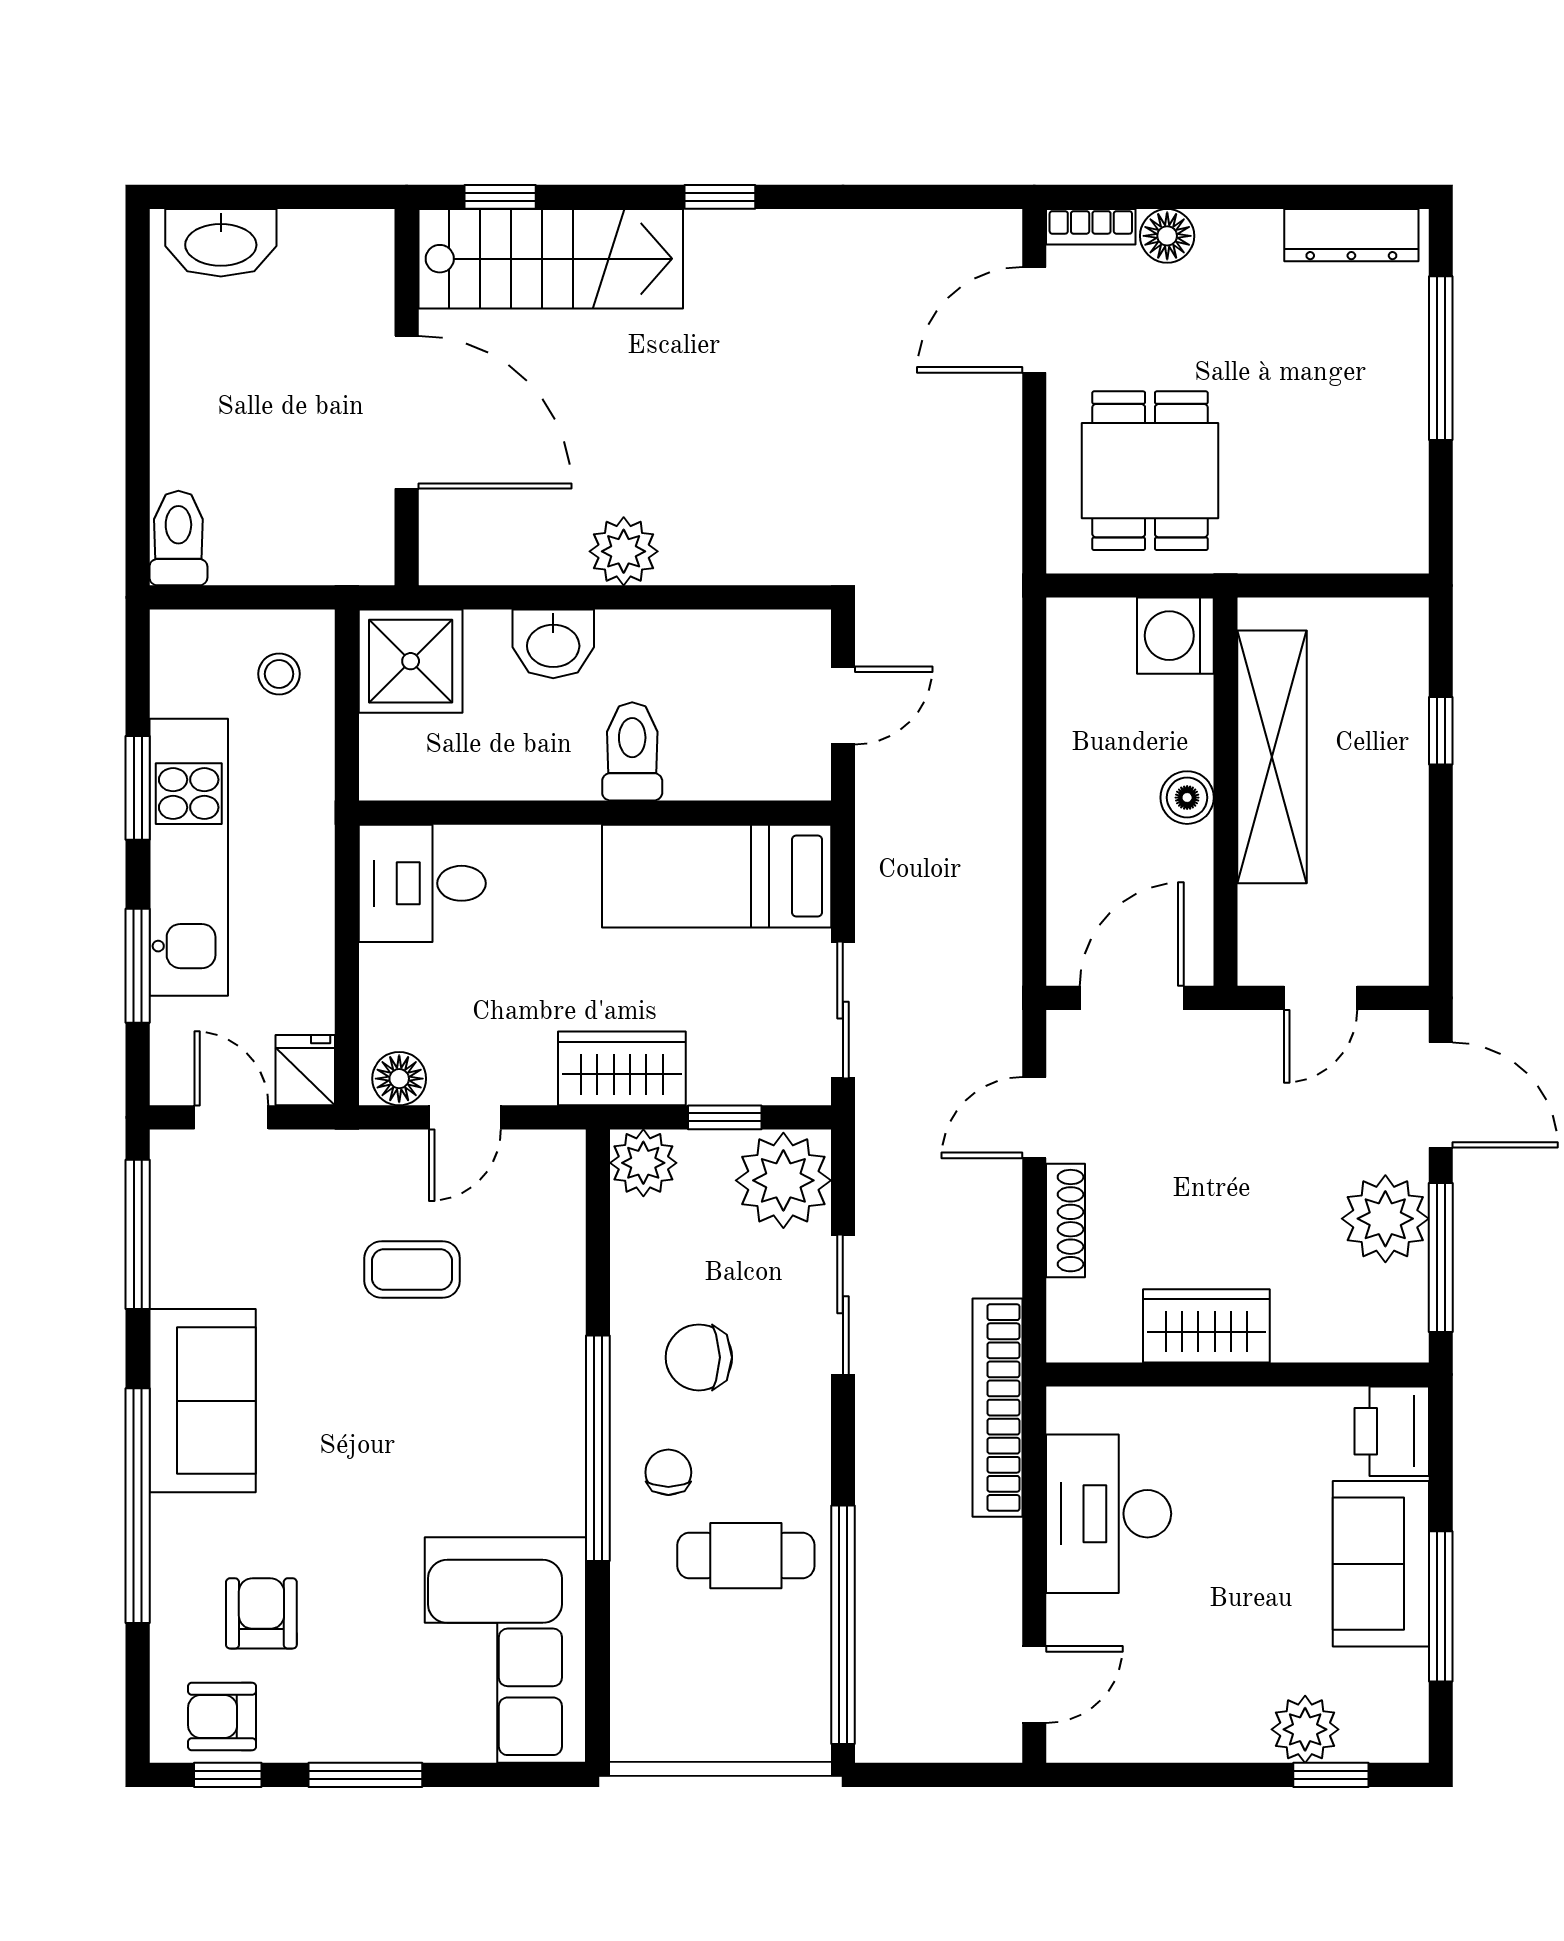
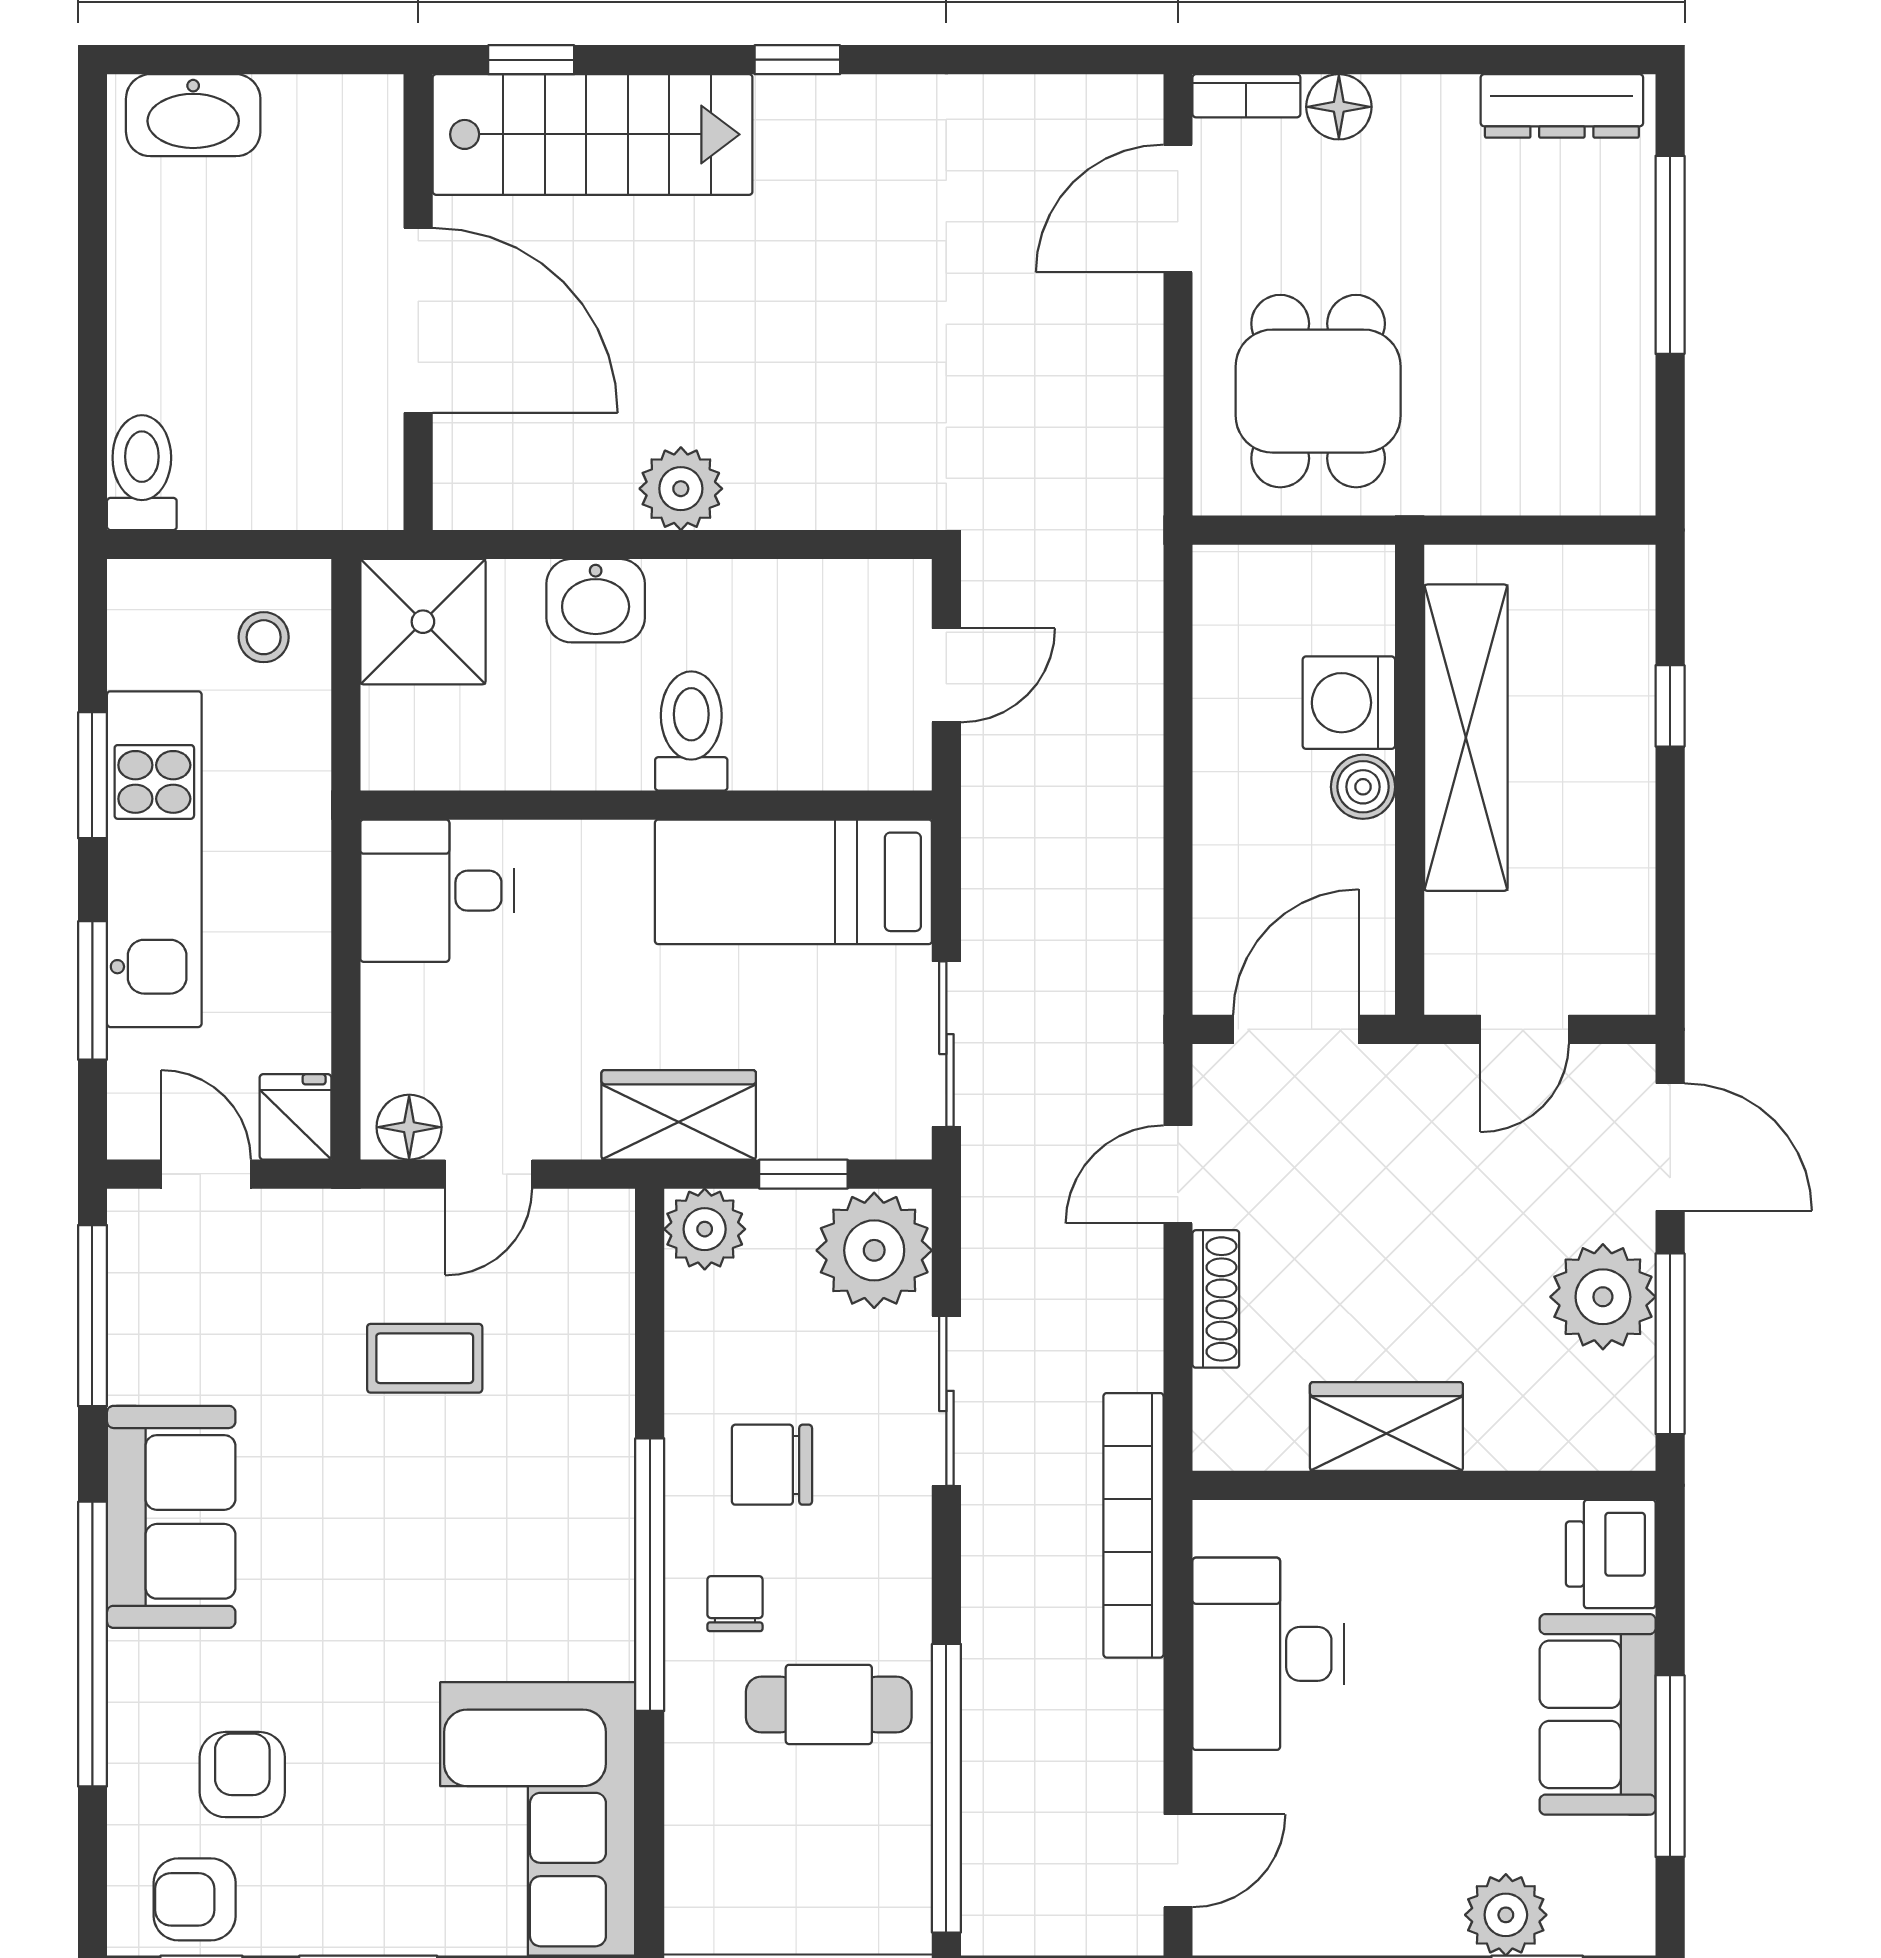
washing machine: (1175, 636) -> (1349, 703), moved

